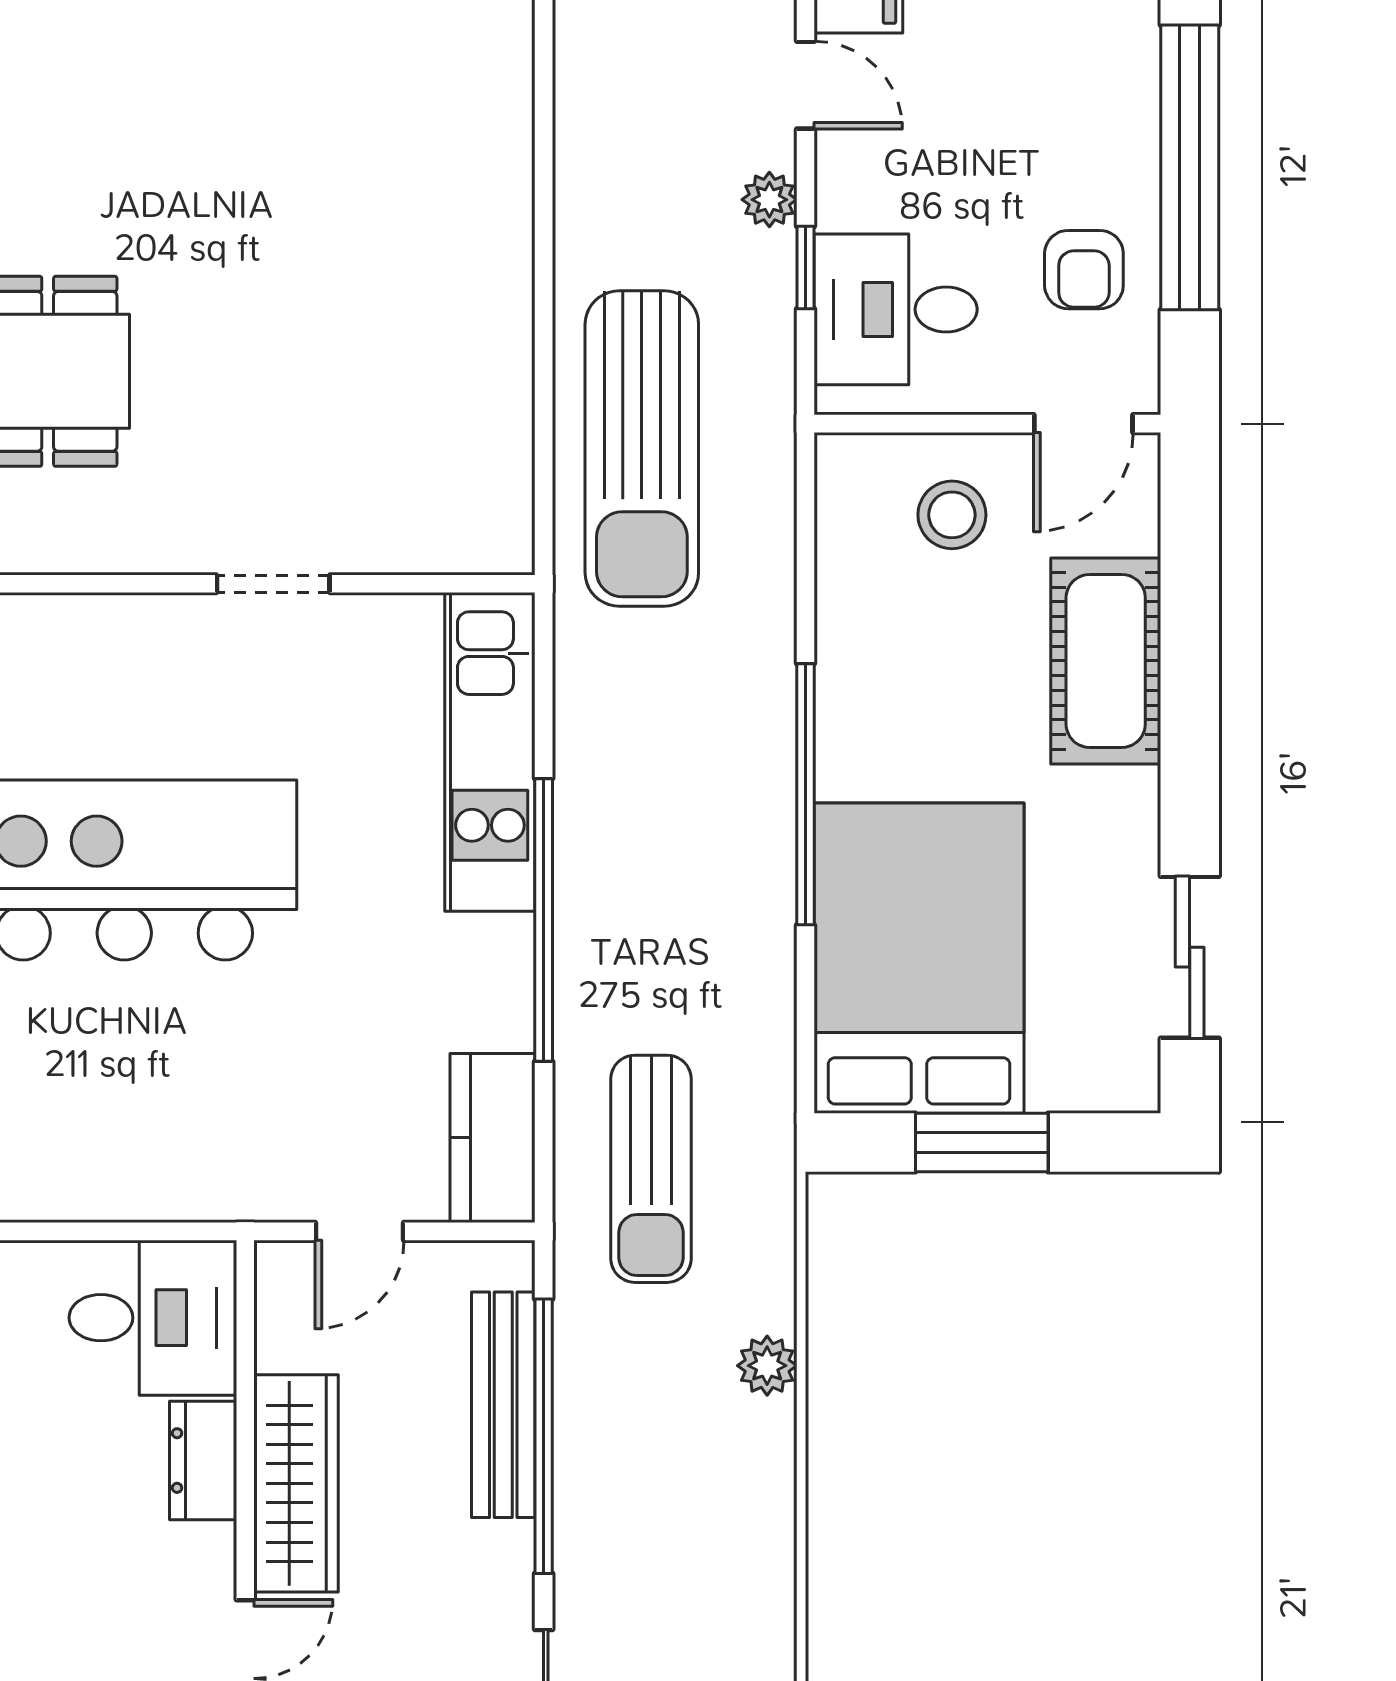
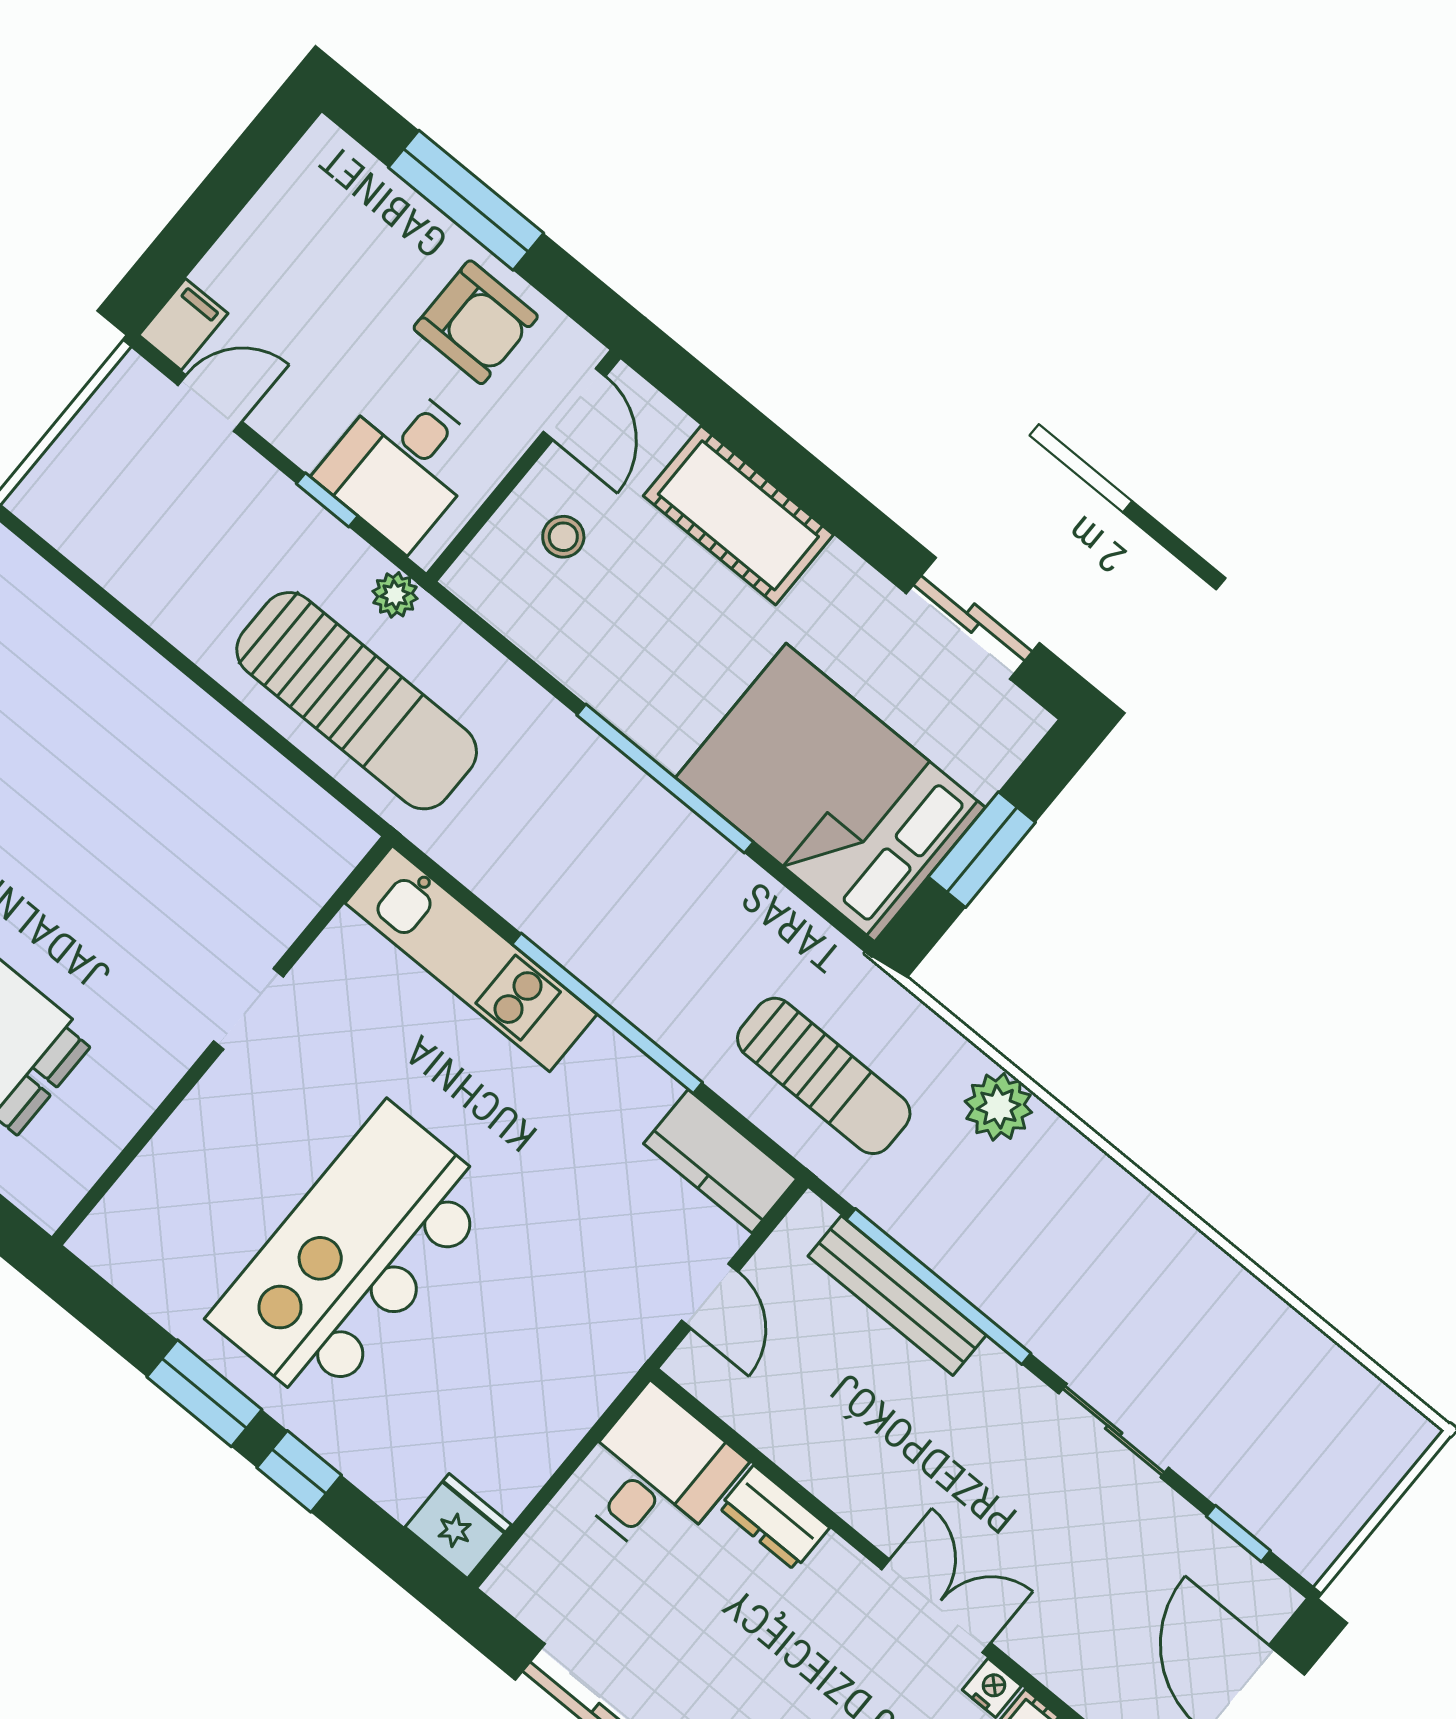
window: (1190, 167) -> (466, 200), width x0.68
plant: (769, 200) -> (395, 595), moved
armchair: (1084, 270) -> (476, 322), width x1.38, depth x1.38
stool: (952, 515) -> (563, 537), width x0.73, depth x0.73
plant: (767, 1366) -> (998, 1107), width x1.38, depth x1.38
wardrobe: (296, 1483) -> (838, 1470), removed

